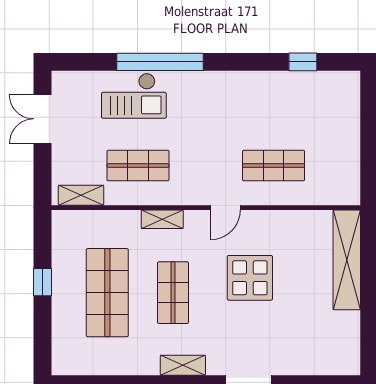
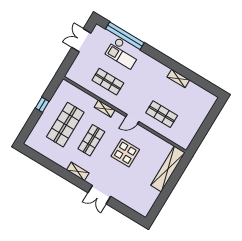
window: (160, 62) -> (125, 36), moved
window: (303, 62) -> (198, 80), removed
shelving: (81, 195) -> (178, 78), moved

